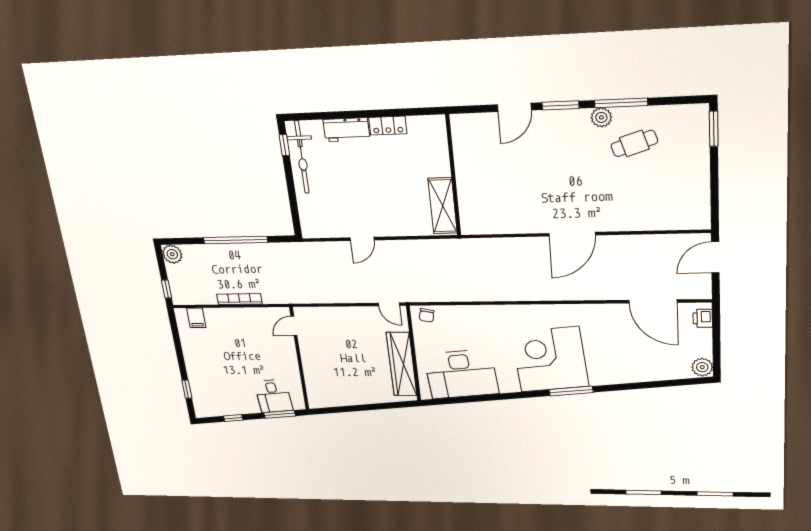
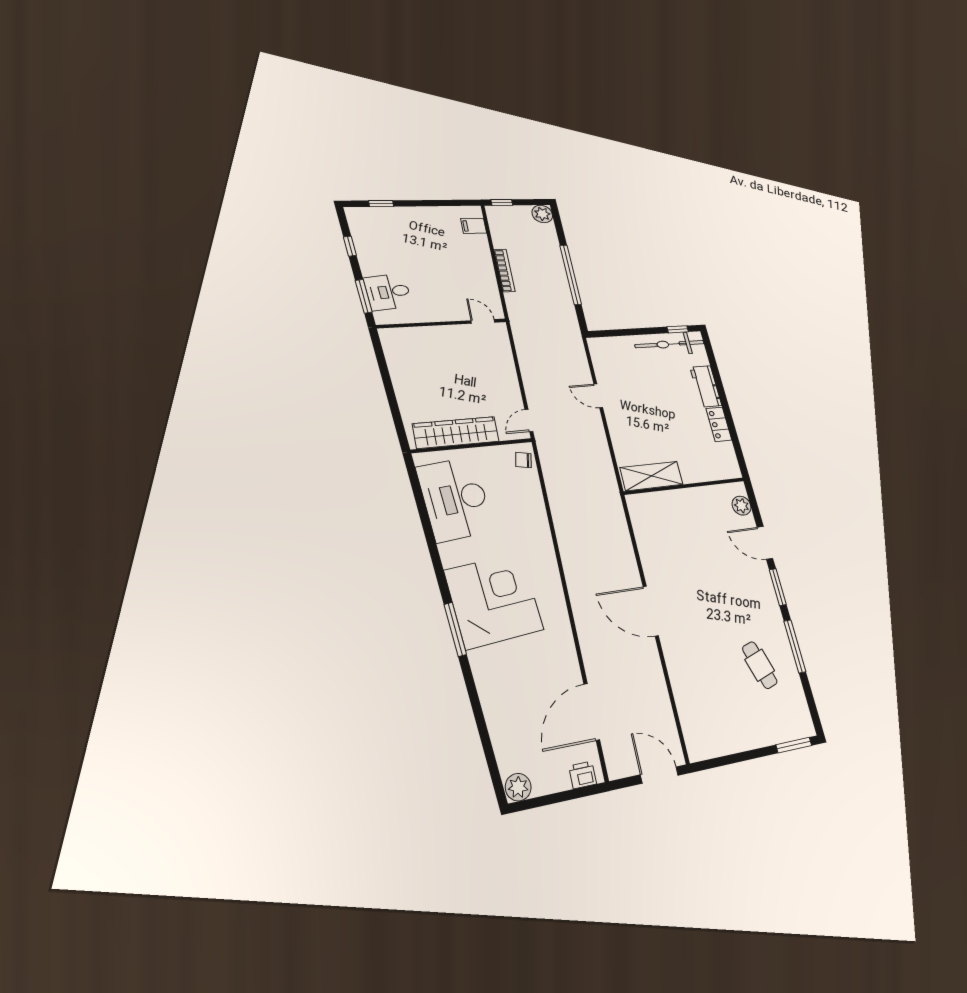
plant: (601, 117) -> (742, 506), moved

